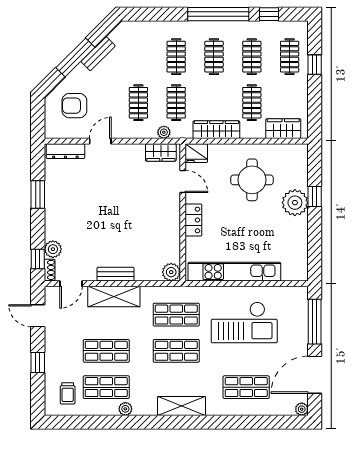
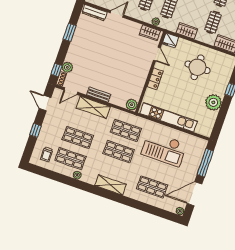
wardrobe: (216, 130) -> (187, 31), width x0.67
plant: (295, 203) -> (213, 102), moved

